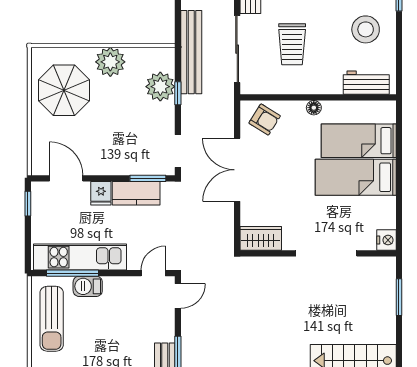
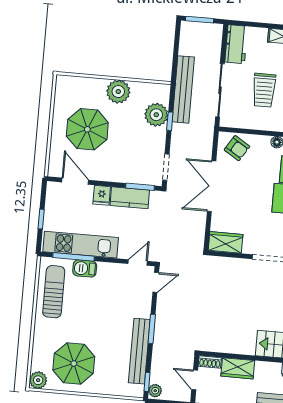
parasol: (64, 90) -> (87, 129), moved
window: (28, 204) -> (41, 219), moved
sun lounger: (52, 319) -> (54, 292), turned 180

